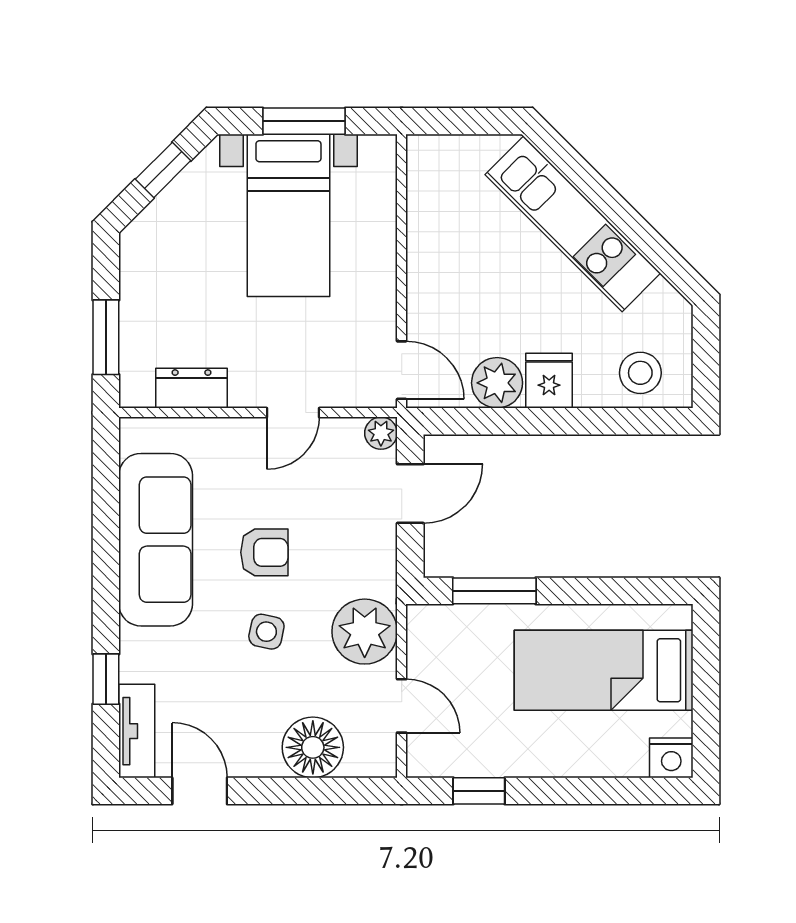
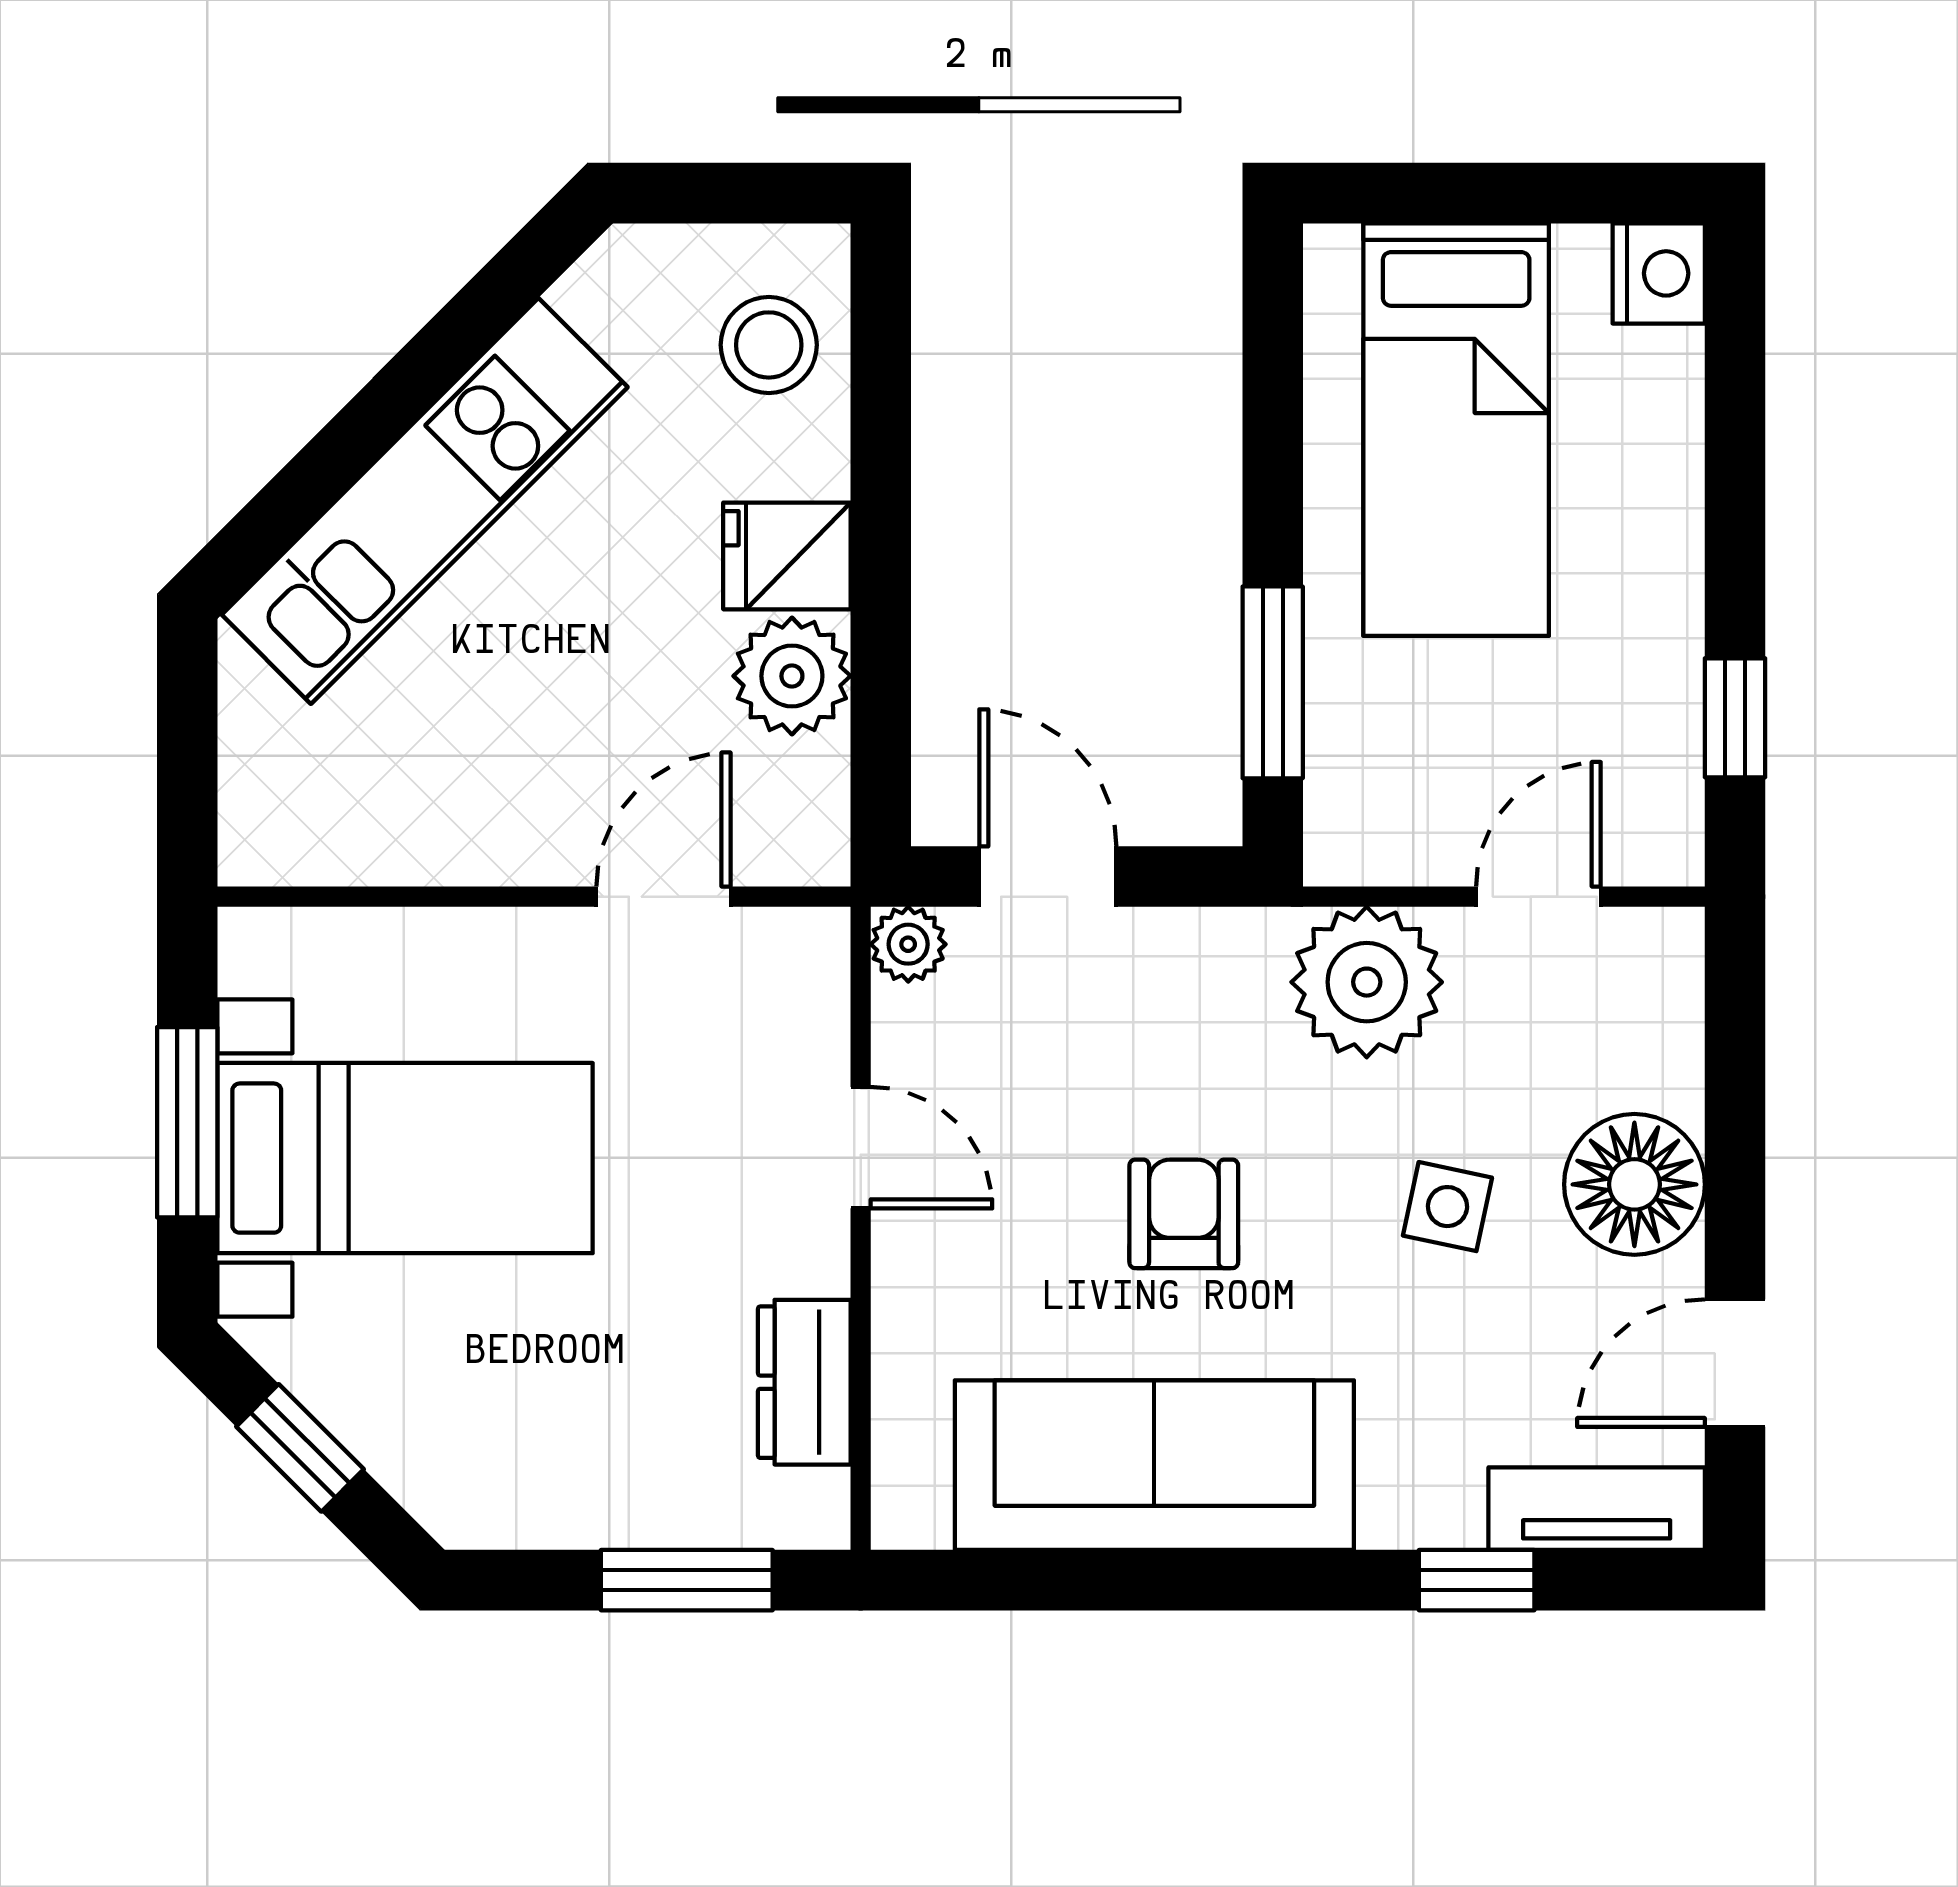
door: (402, 370) -> (663, 897), moved
side table: (266, 632) -> (1447, 1207), moved
floor lamp: (313, 747) -> (1634, 1184), moved

